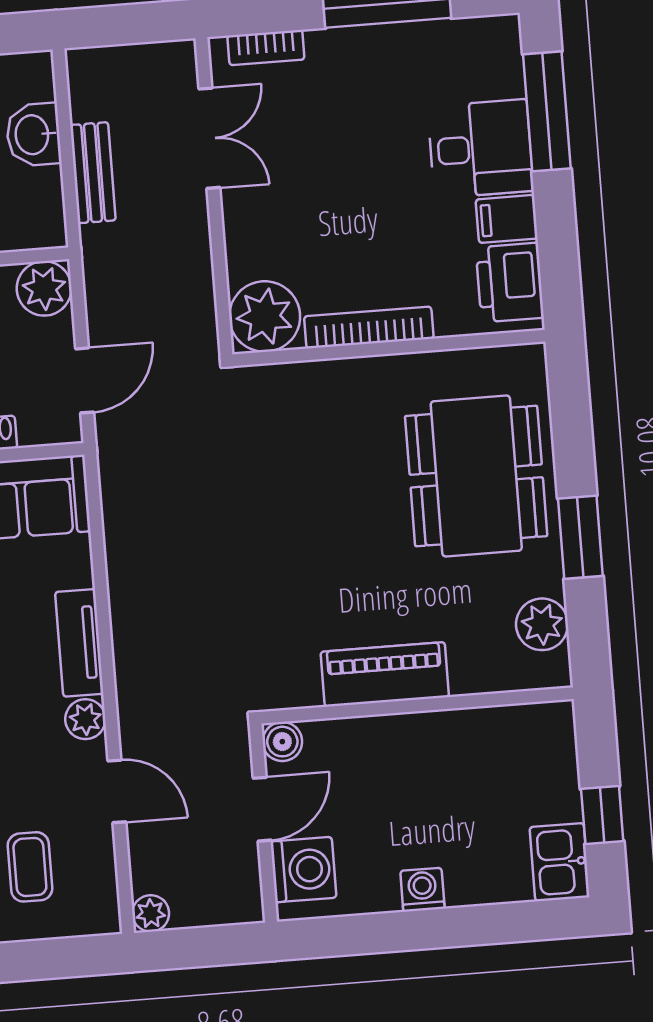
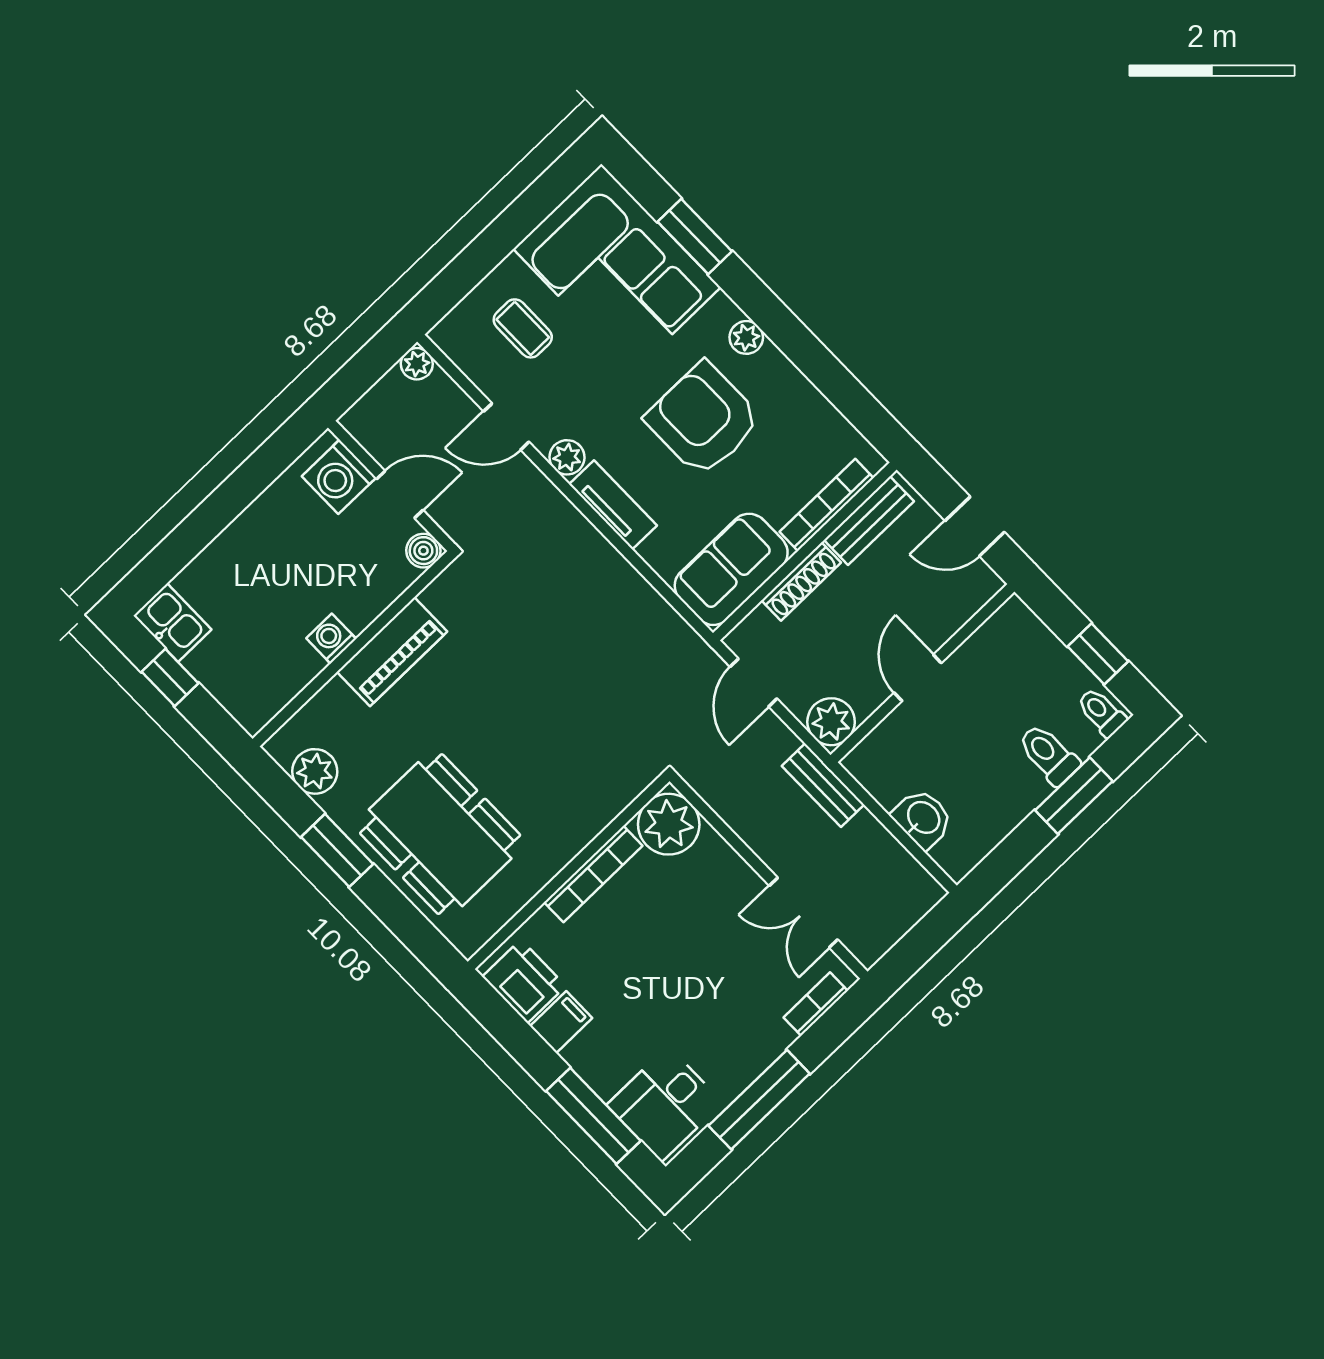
desk: (481, 149) -> (665, 1104), moved
bench: (93, 173) -> (823, 785), moved
door: (262, 809) -> (400, 494), swing flipped
washing machine: (422, 890) -> (331, 639), moved, turned 180

